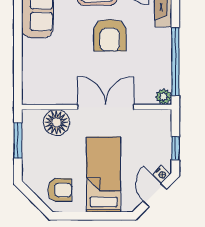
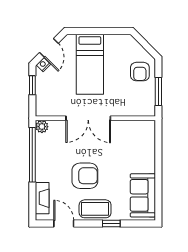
armchair: (110, 35) -> (85, 176), turned 90
floor lamp: (56, 122) -> (128, 106), removed
armchair: (60, 190) -> (140, 72), moved, turned -90

